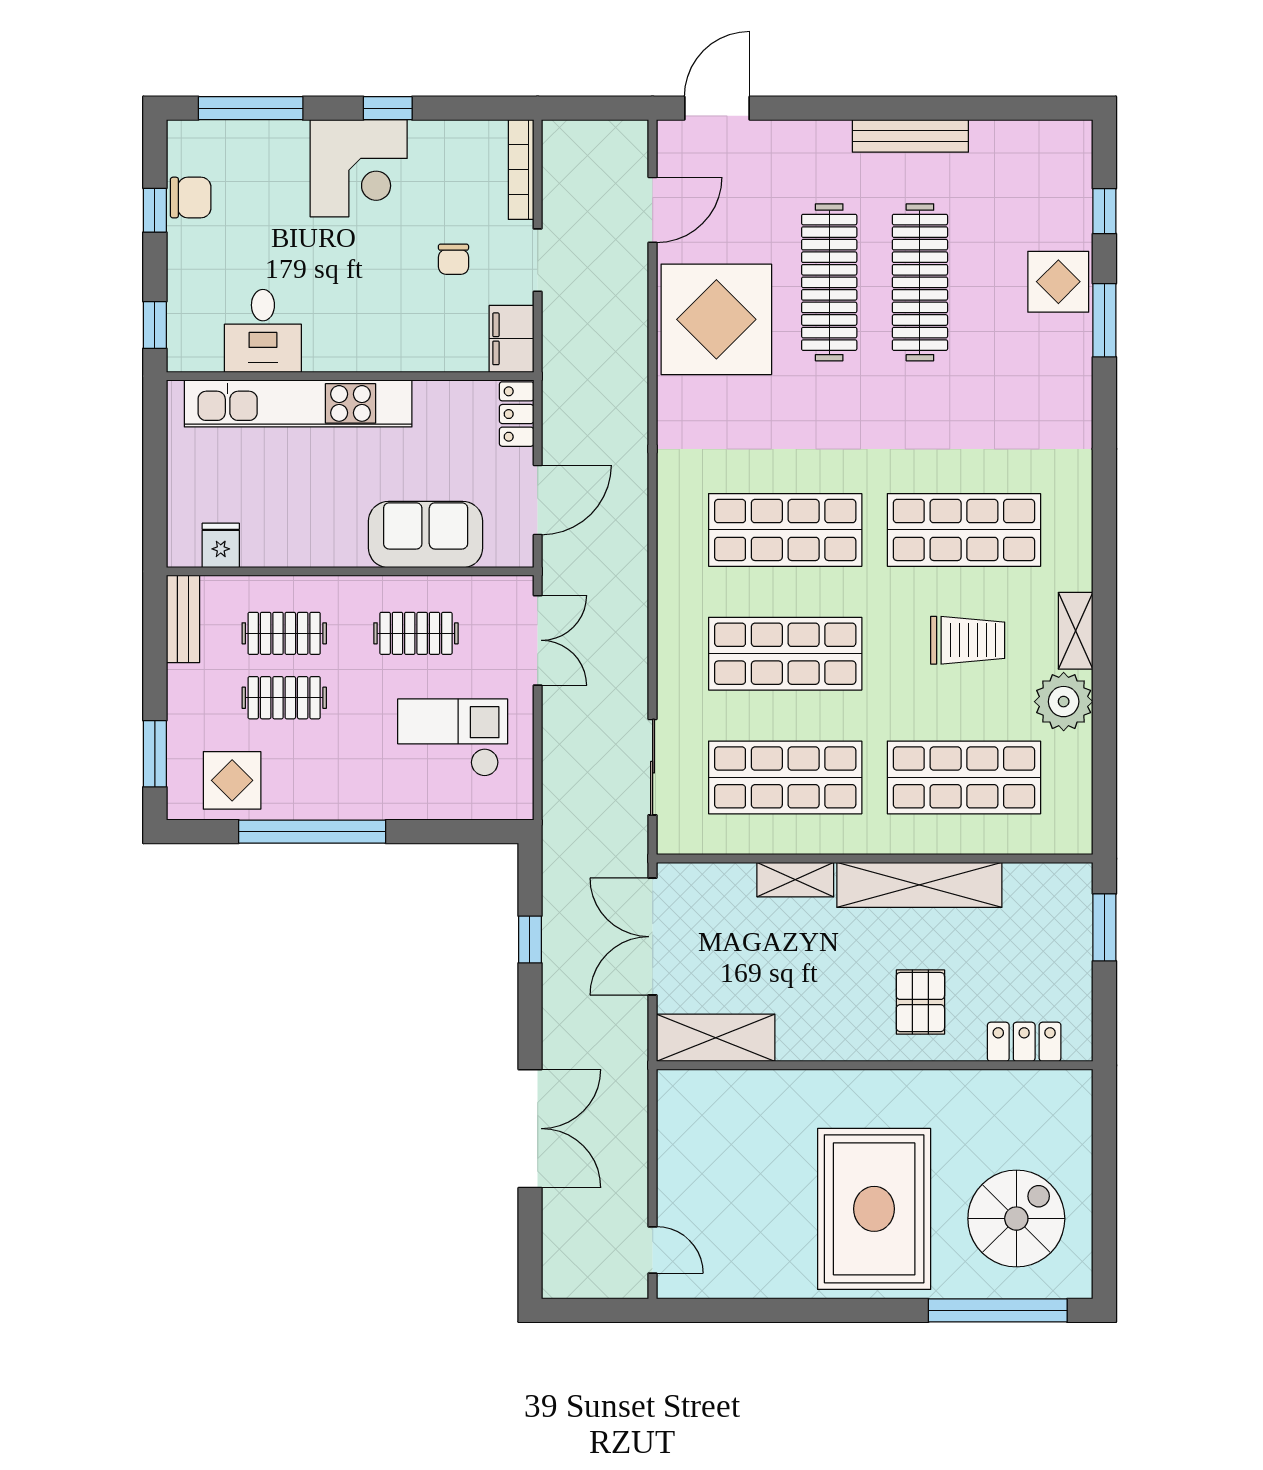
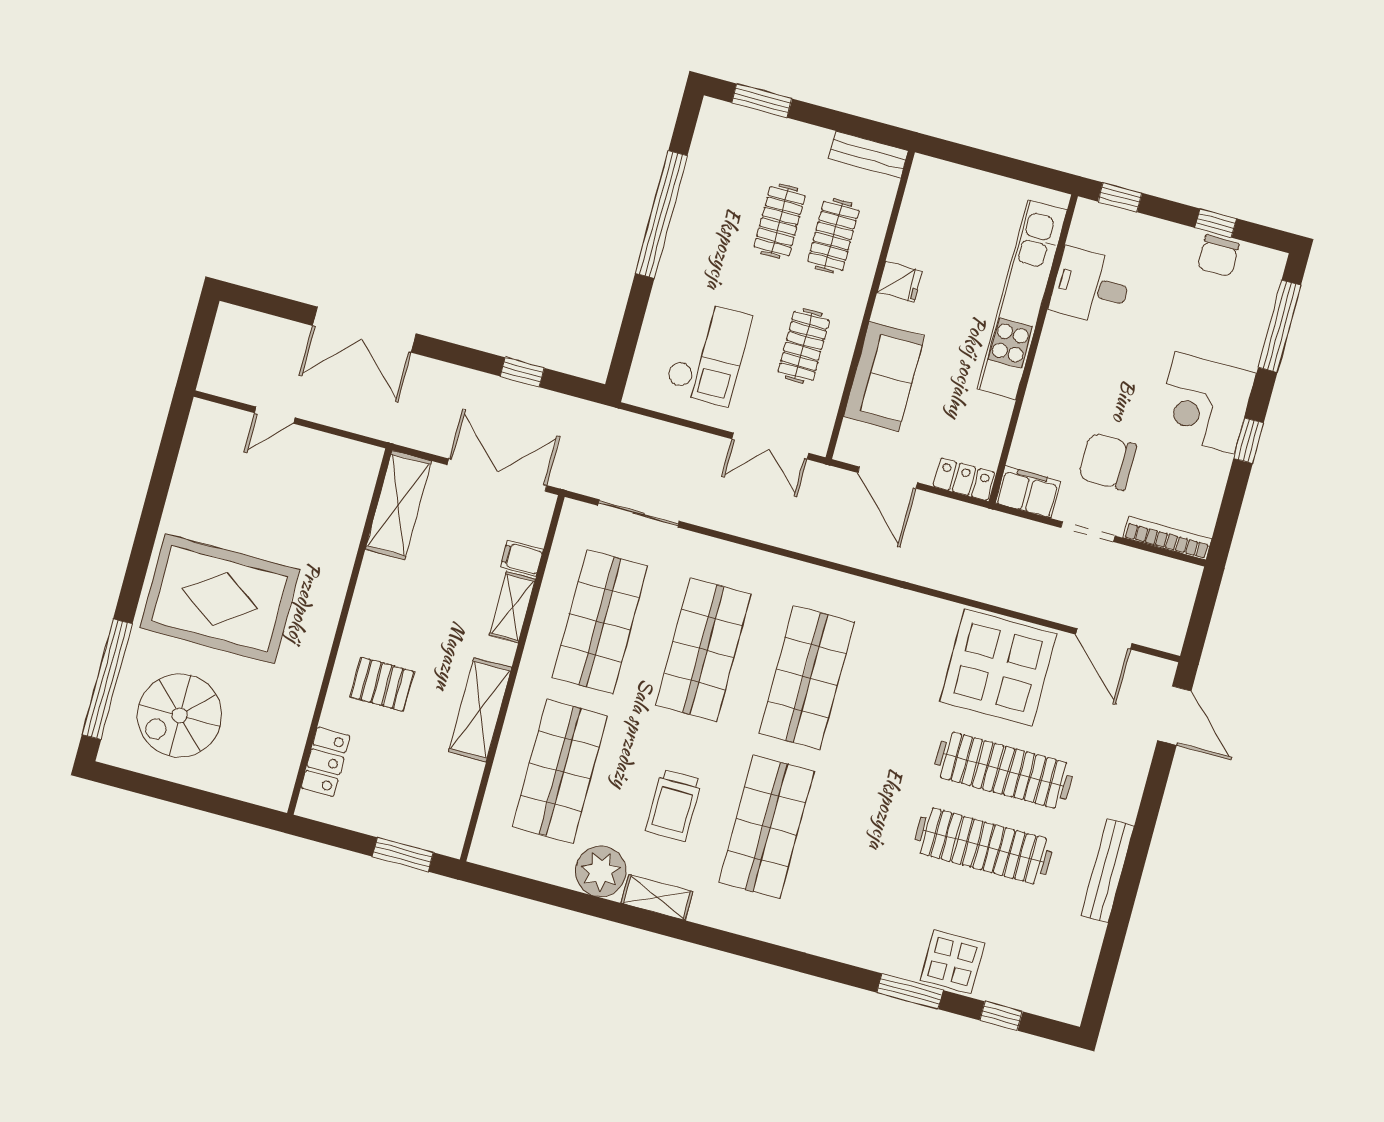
chair: (453, 259) -> (1108, 462), width x1.87, depth x1.87
fridge: (221, 545) -> (900, 282), moved
display table: (232, 780) -> (722, 159), removed
filing cabinet: (738, 884) -> (522, 558), added
shelving: (919, 885) -> (480, 710), width x0.68
spiral stairs: (1016, 1219) -> (180, 715), turned 90
door: (653, 1250) -> (275, 415), moved

